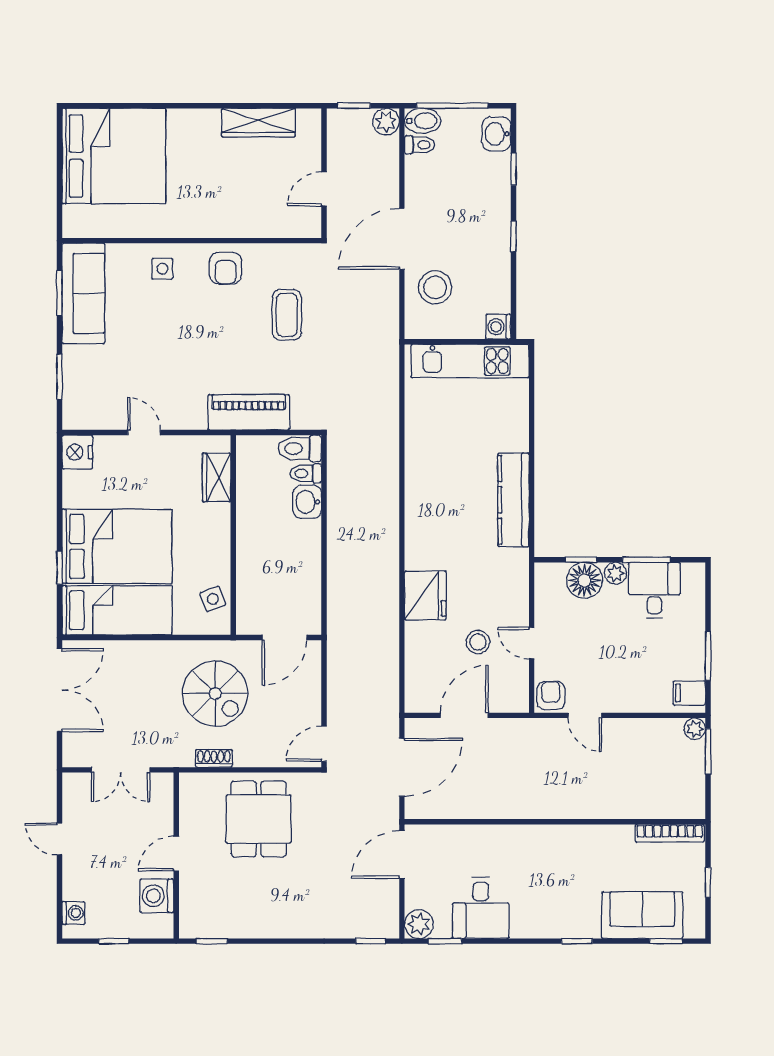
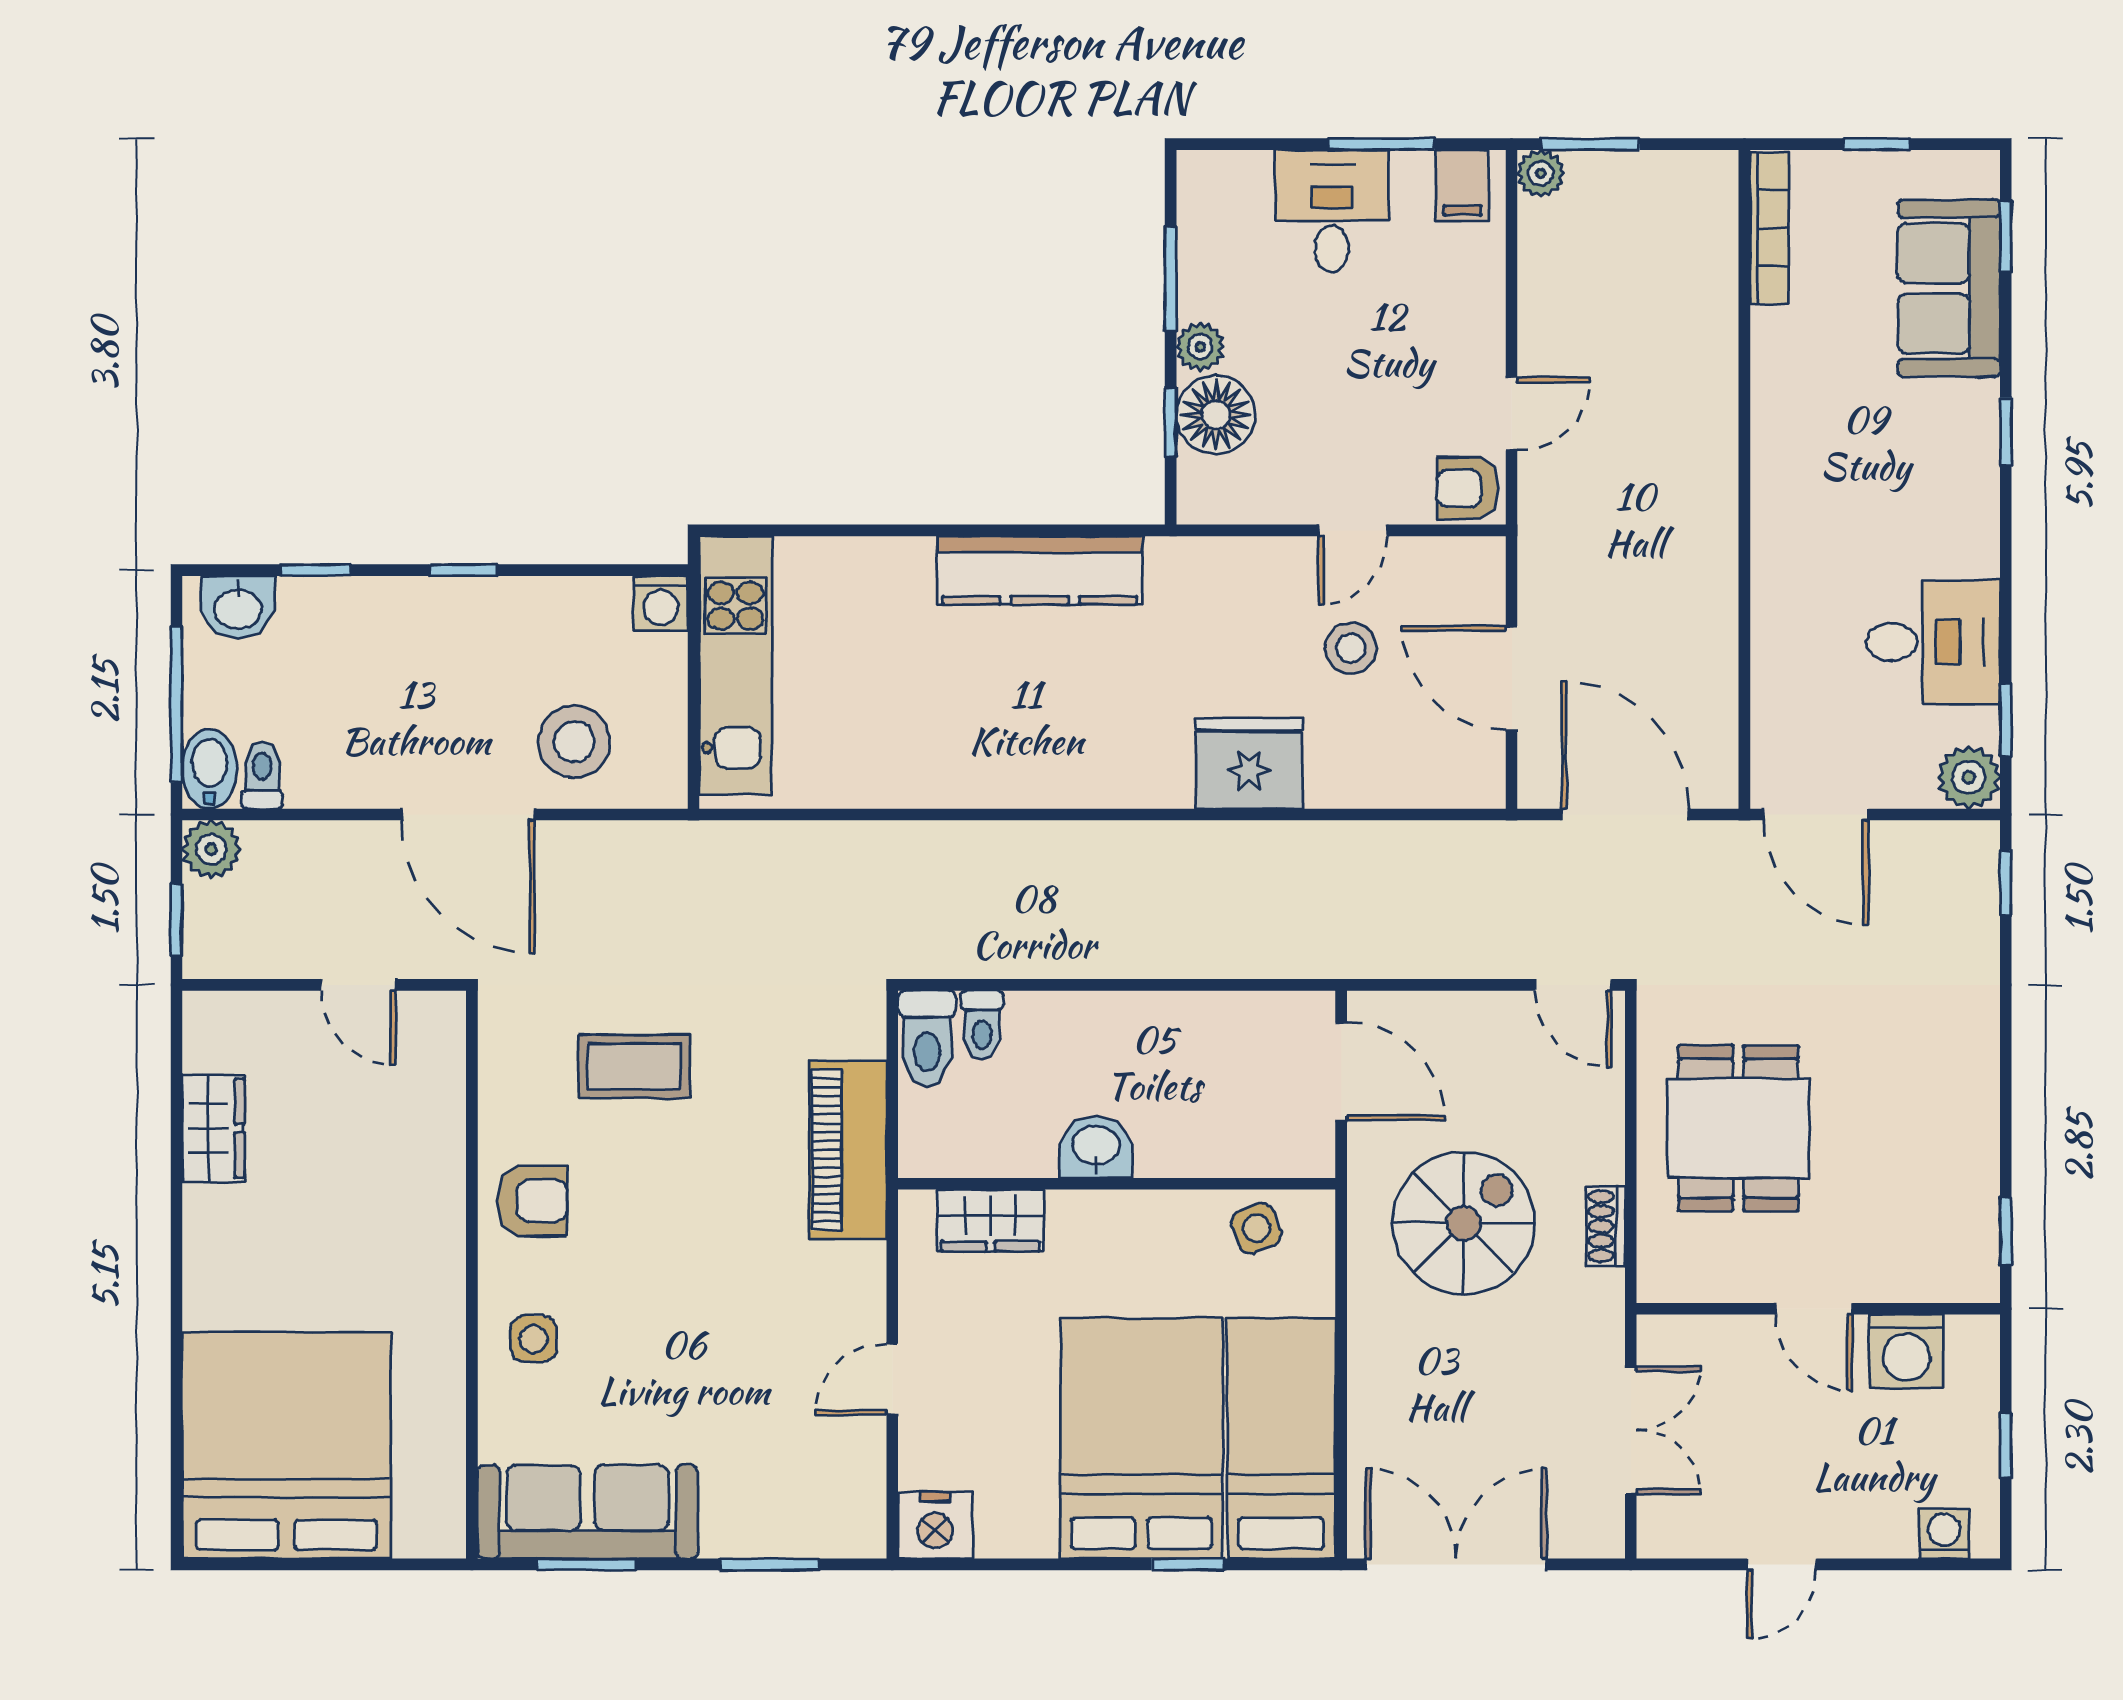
wardrobe: (259, 123) -> (213, 1128), width x0.67
washbasin: (307, 502) -> (1096, 1147), moved, turned 180
desk: (654, 590) -> (1332, 211), moved, turned 90
dining table: (259, 819) -> (1738, 1128), turned 90

